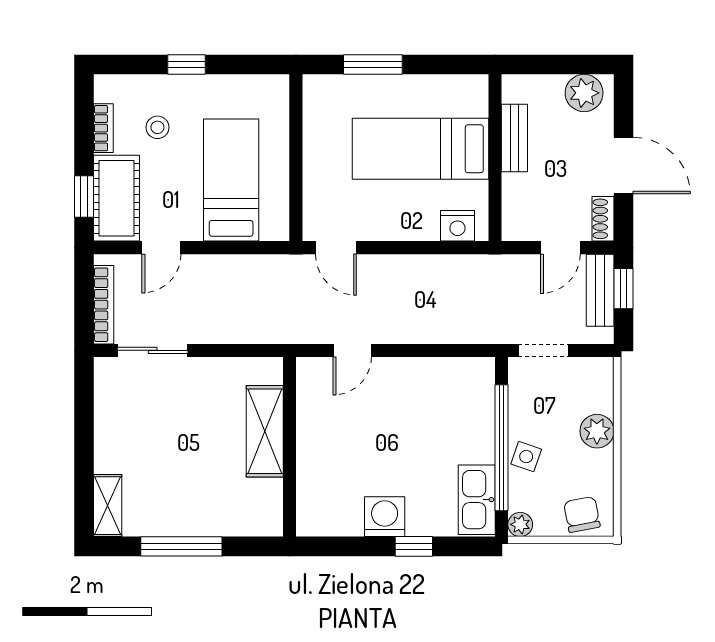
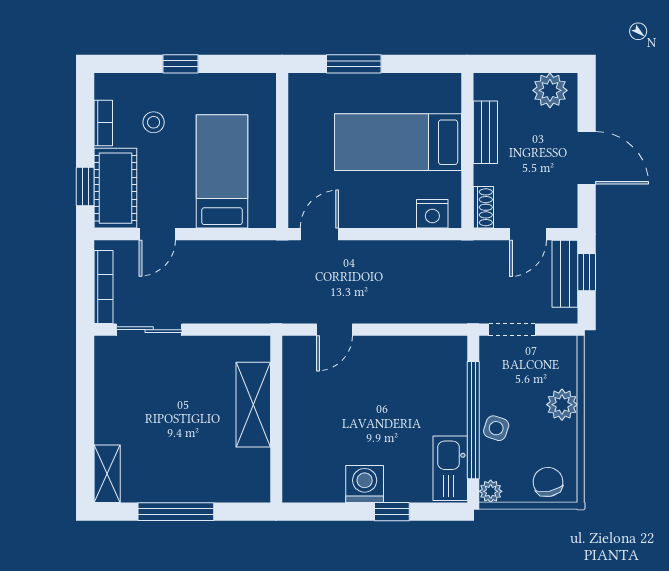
shoe rack: (603, 219) -> (483, 207), moved, turned 180
door: (336, 248) -> (319, 234), swing flipped

